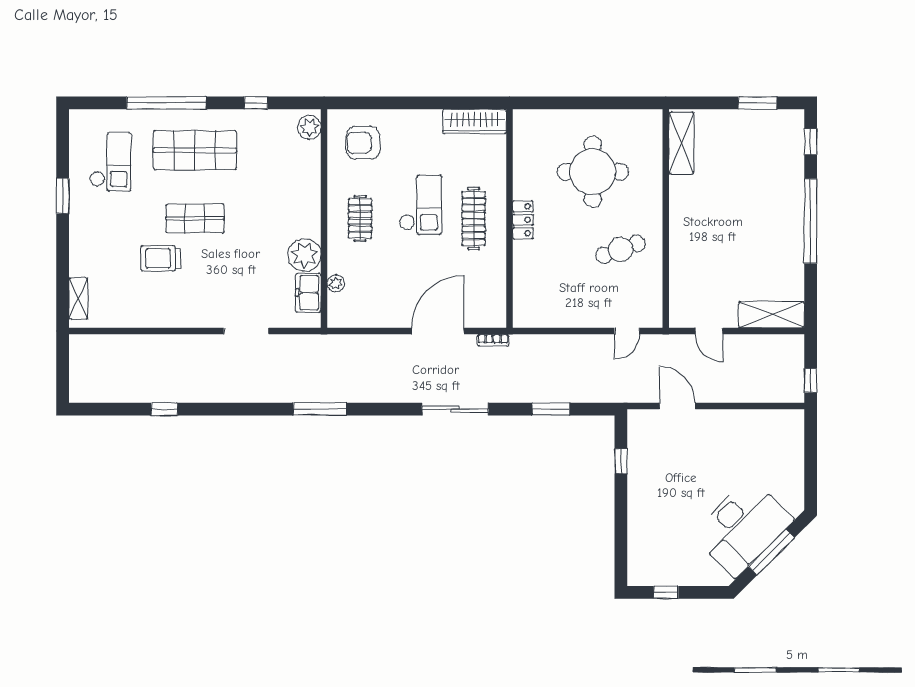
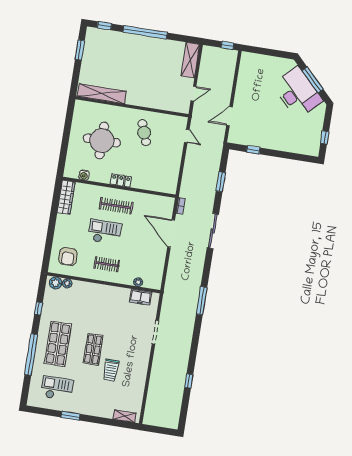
shelving: (681, 143) -> (102, 94), width x1.47
water cooler: (522, 148) -> (84, 175), added
plant: (304, 255) -> (67, 283), moved, width x0.53, depth x0.53

